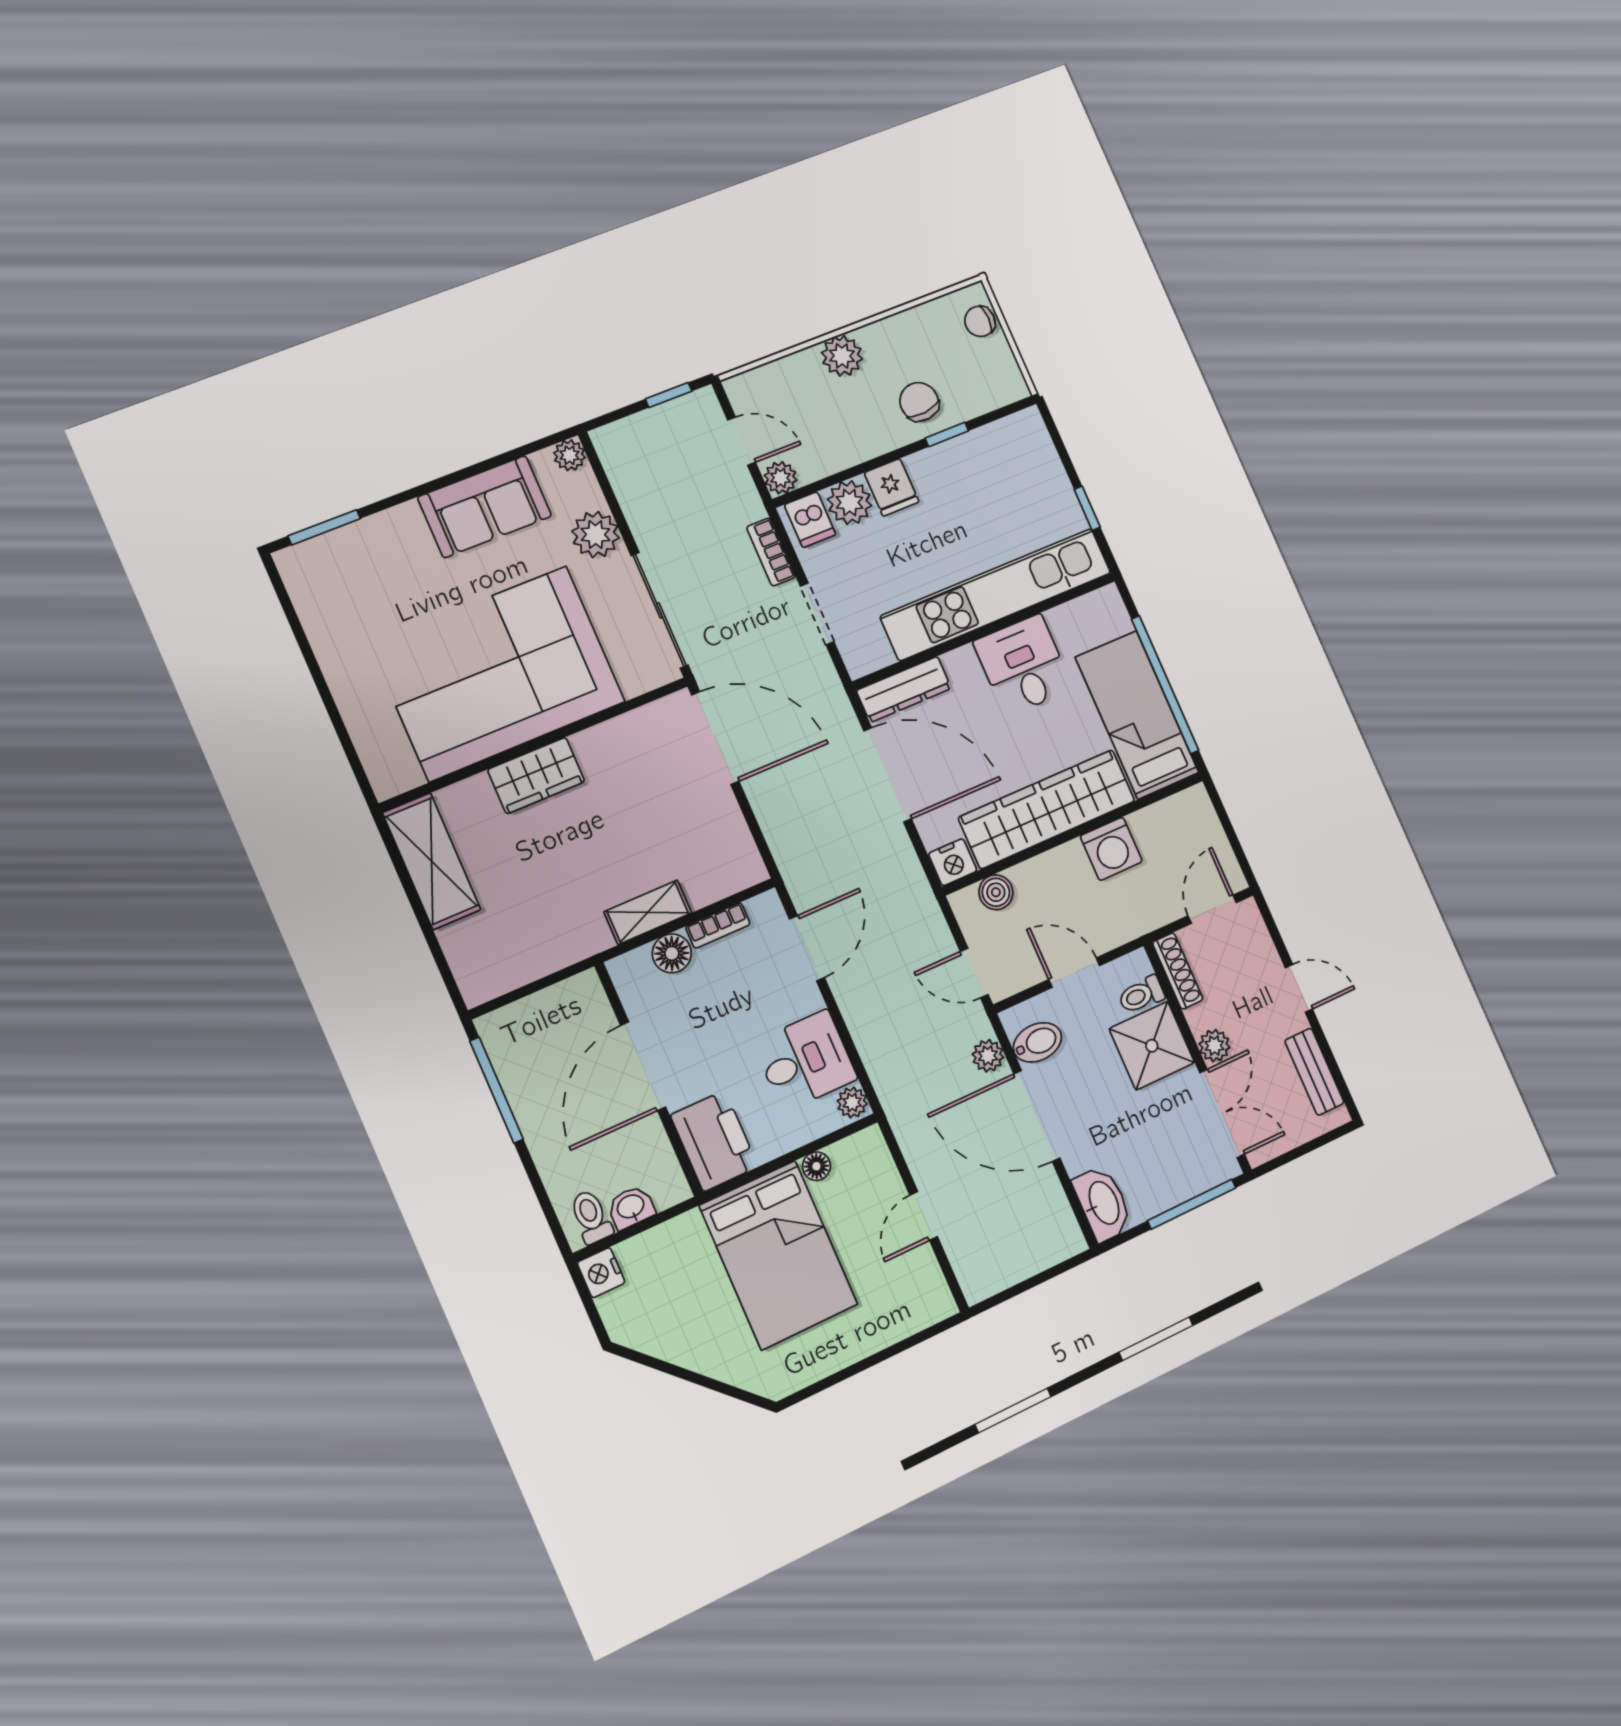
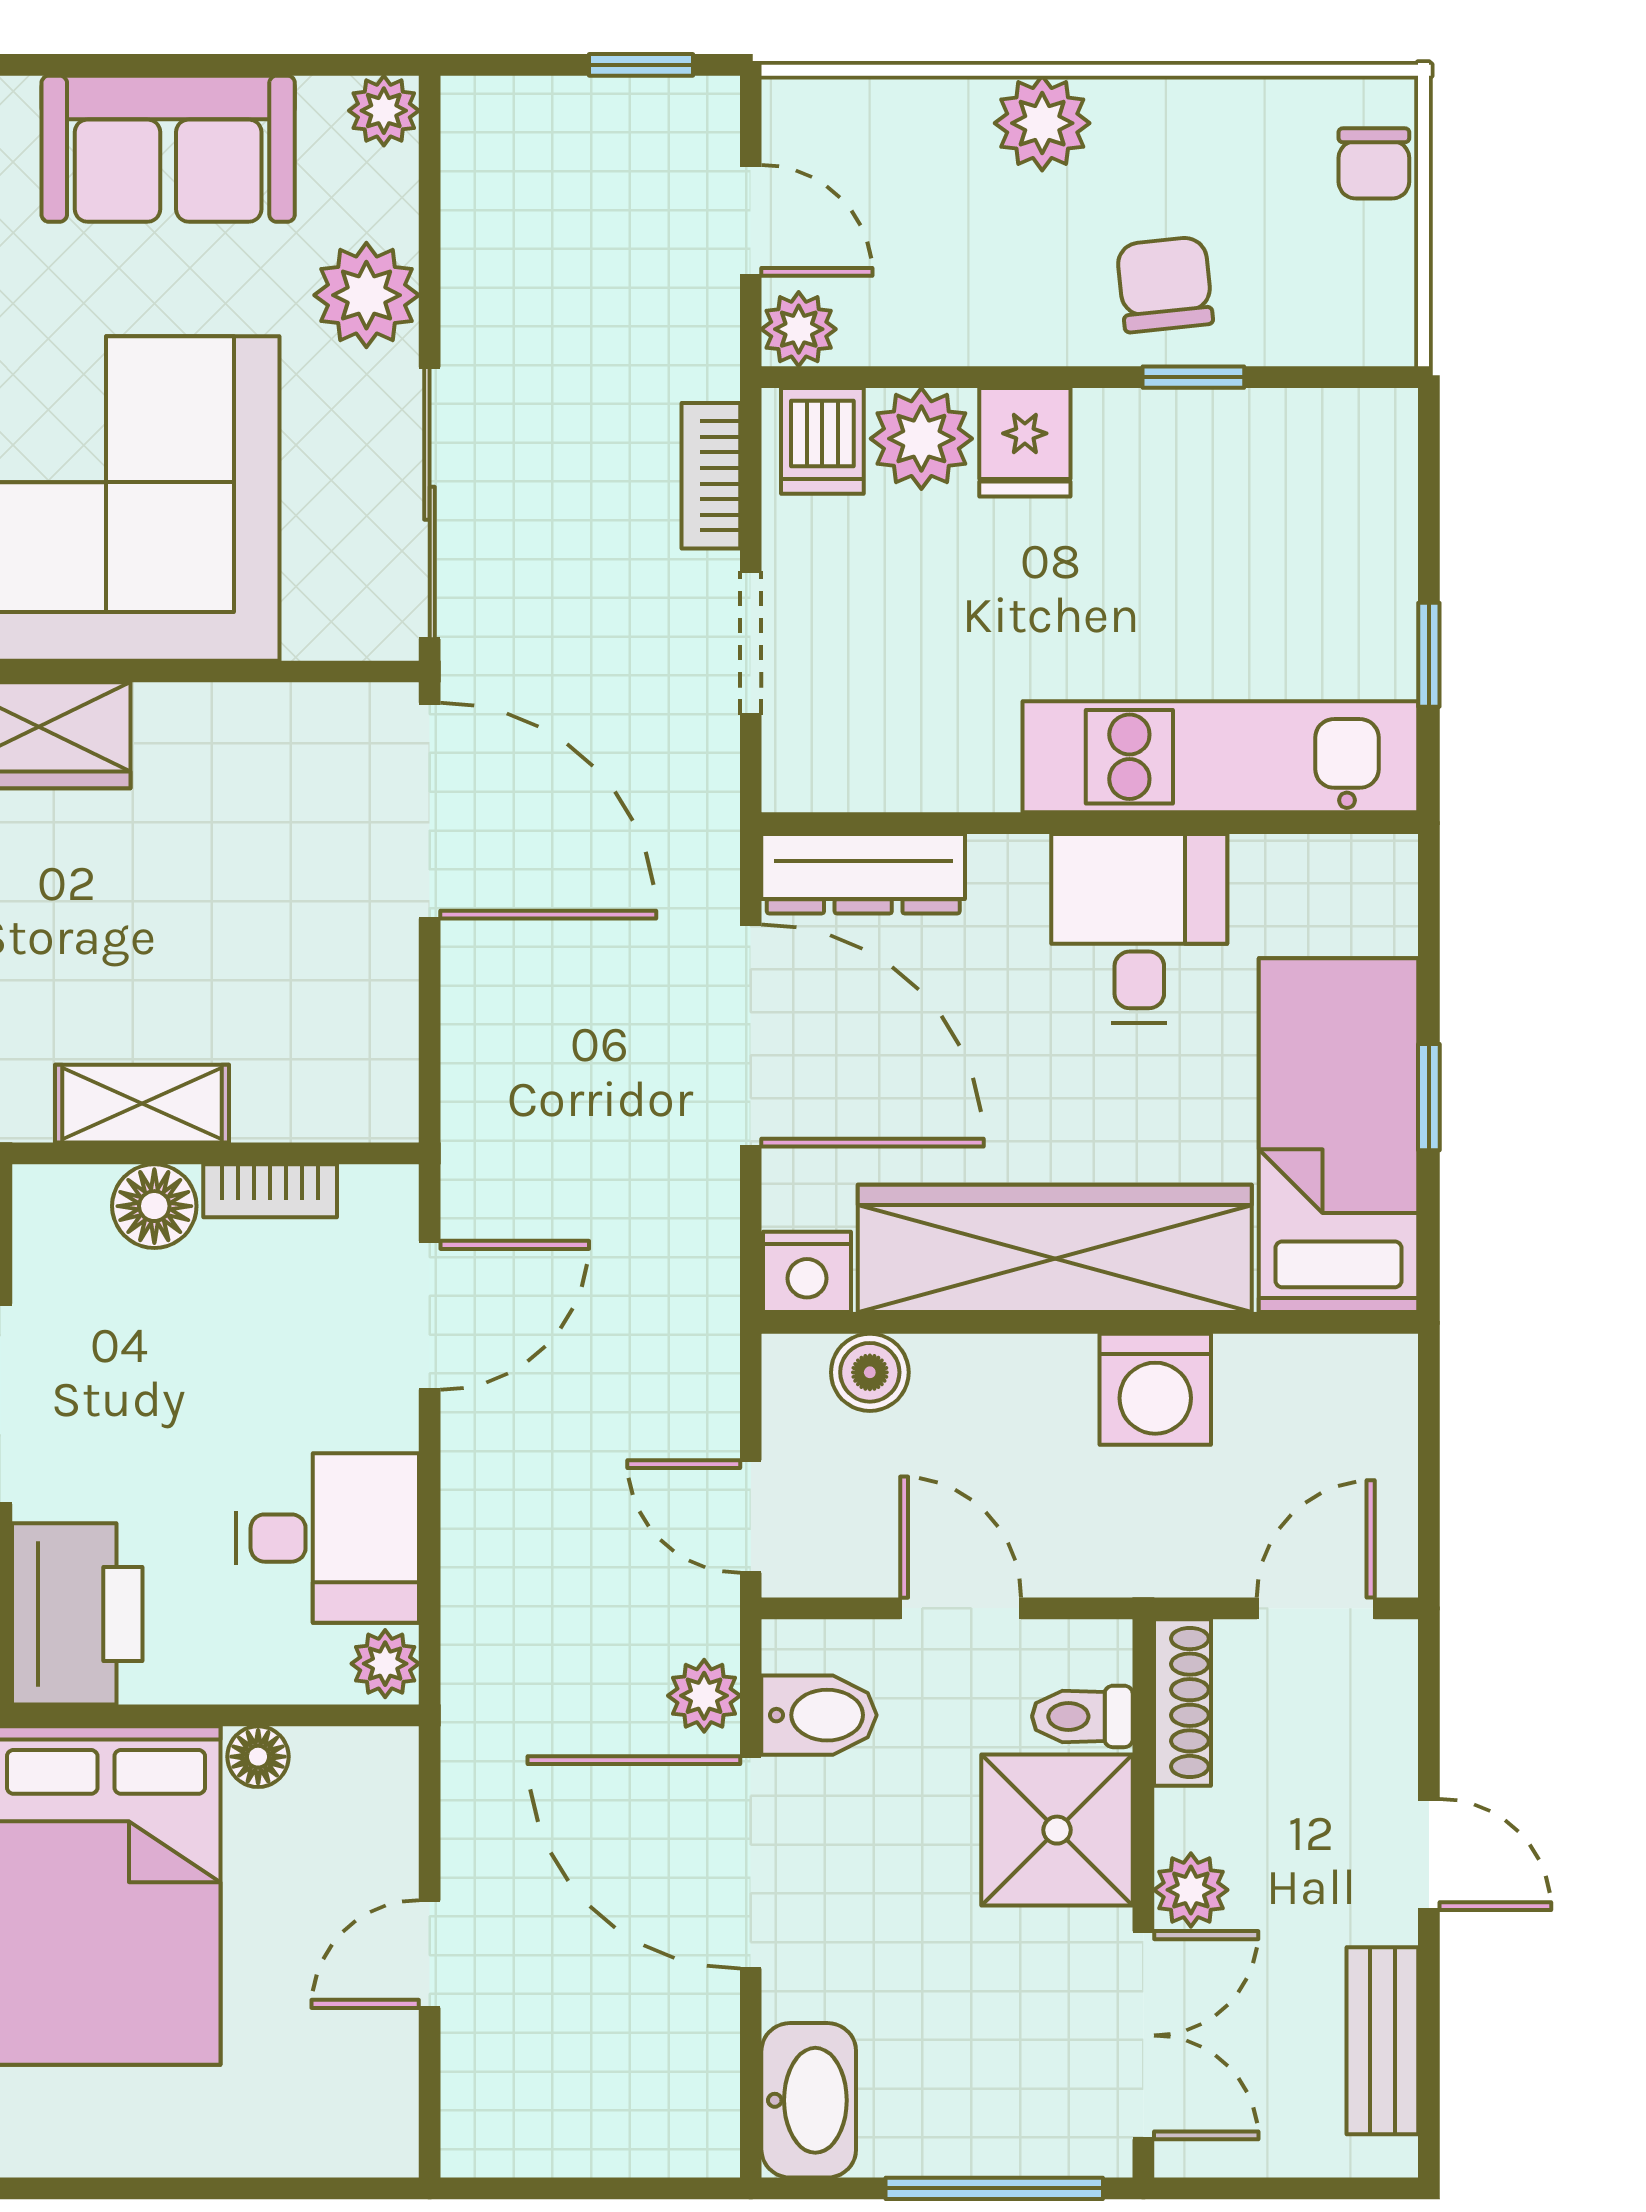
chair: (980, 321) -> (1374, 163), turned -90
kitchen unit: (996, 594) -> (1220, 757), width x0.73
window: (1165, 685) -> (1429, 1097), width x0.32

